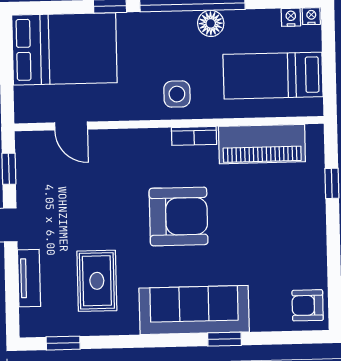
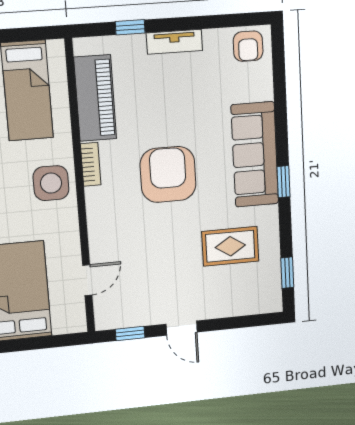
side table: (177, 94) -> (51, 183), width x1.37, depth x1.37
tv unit: (29, 278) -> (174, 42), moved, turned 180
window: (224, 339) -> (284, 182), moved

